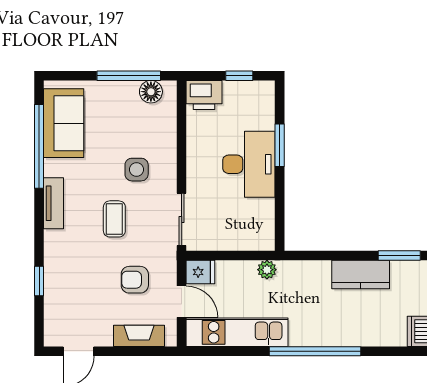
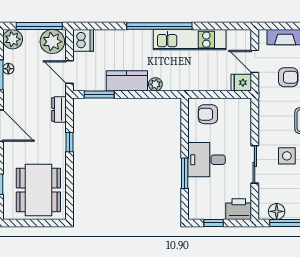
desk: (249, 164) -> (207, 160), width x0.73
sliding door: (182, 219) -> (255, 164), moved
armchair: (247, 228) -> (208, 114), added
plant: (267, 270) -> (155, 84), moved
kitchen unit: (237, 332) -> (190, 40), moved

